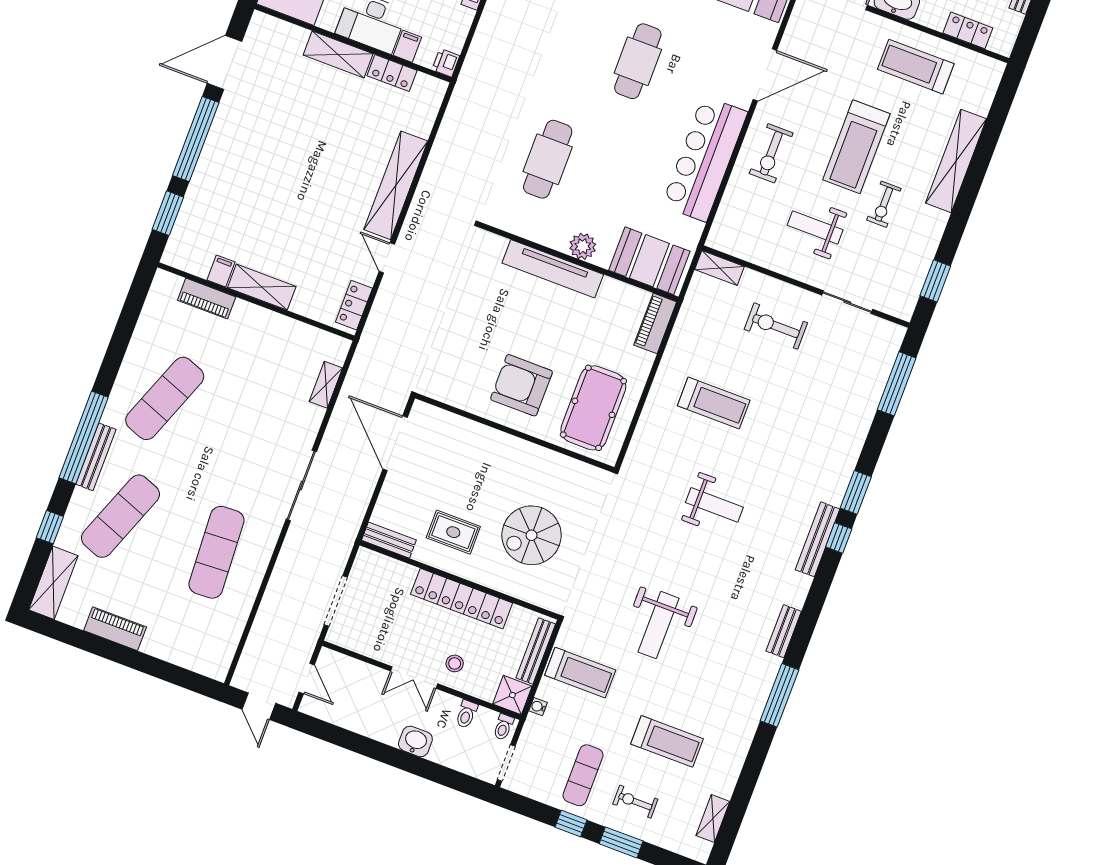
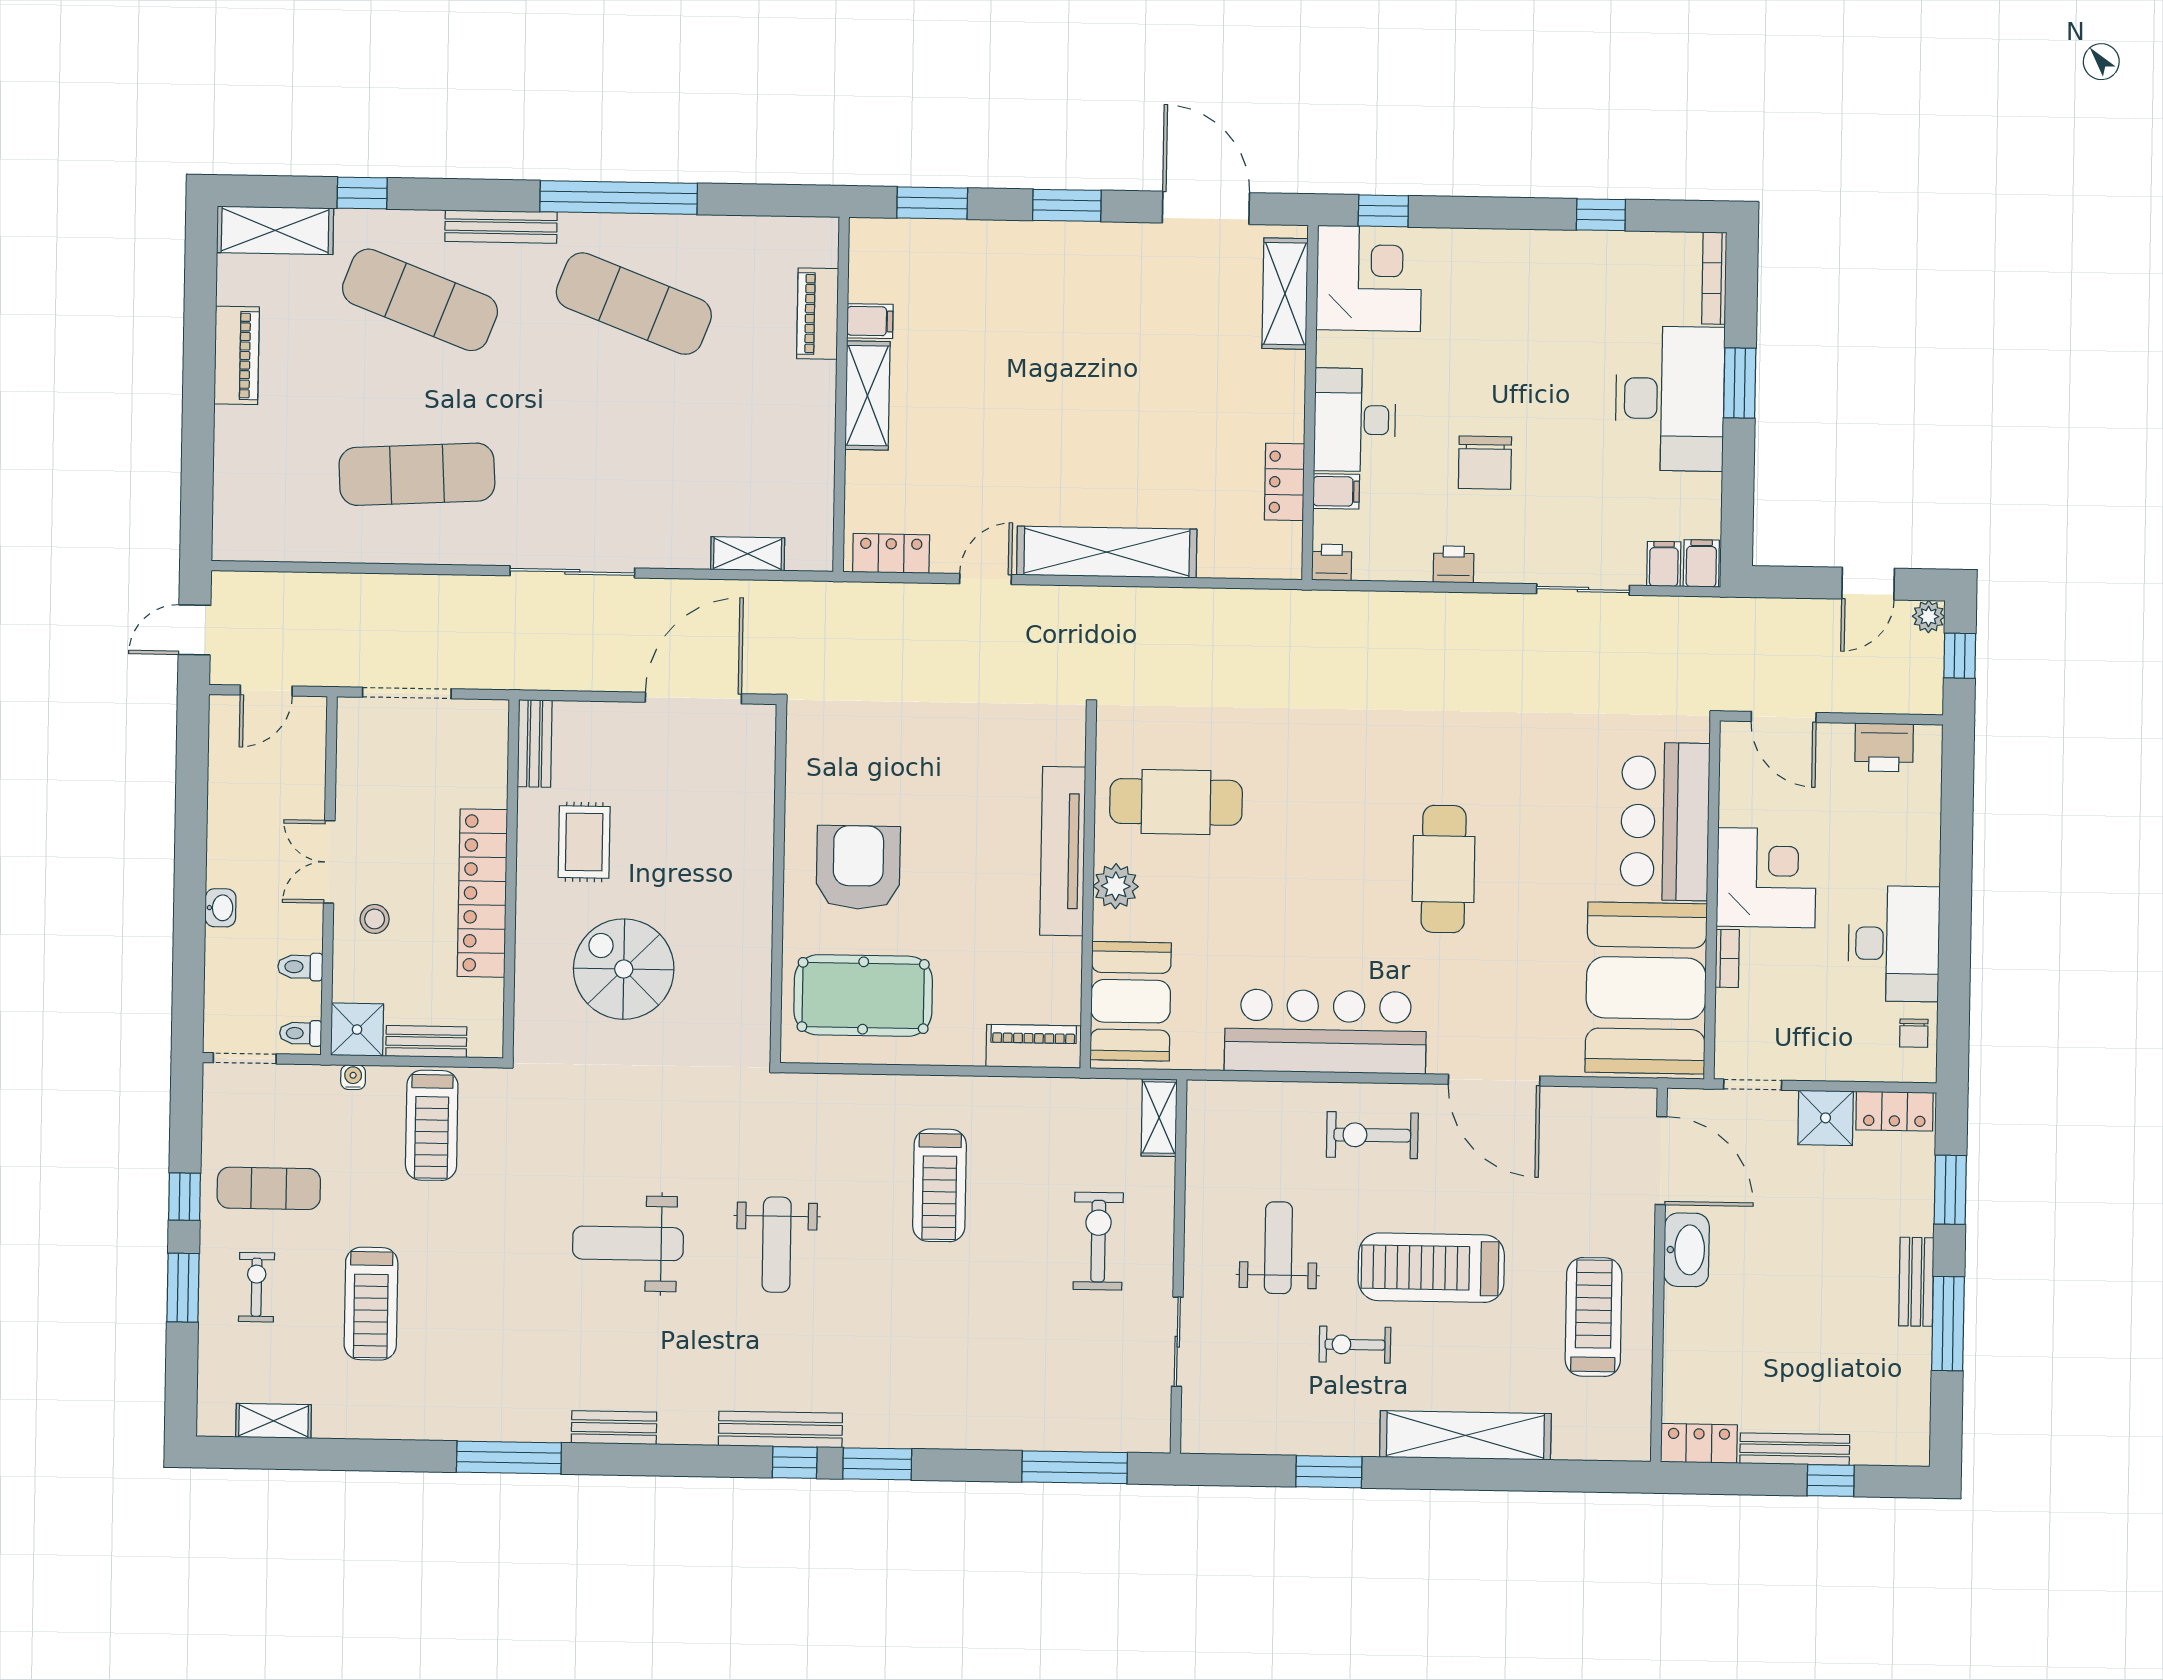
locker: (968, 30) -> (1699, 1443), moved, turned -90
shelving: (338, 54) -> (1285, 294), moved
cafe table: (638, 61) -> (1444, 869), turned 90
window: (196, 139) -> (1067, 205), width x0.47
cafe table: (548, 159) -> (1176, 802), moved
window: (935, 281) -> (1329, 1472), moved
window: (84, 437) -> (619, 198), moved
weight bench: (658, 625) -> (628, 1243), moved
bench: (536, 651) -> (426, 1041), width x0.73
washbasin: (415, 741) -> (220, 908), width x0.72, depth x0.69

